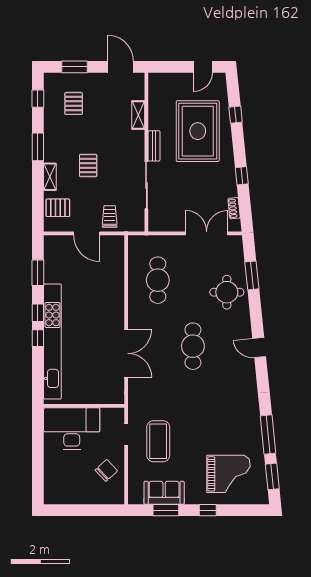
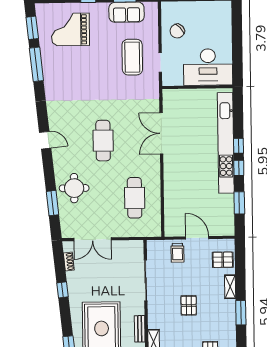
bench: (154, 146) -> (140, 329), moved
pallet: (88, 166) -> (189, 305), moved

